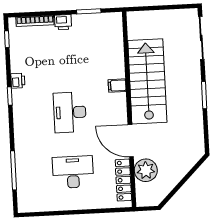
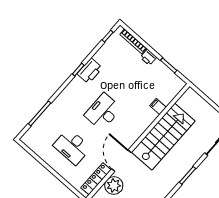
printer: (18, 81) -> (90, 71), width x1.87, depth x1.48
filing cabinet: (117, 86) -> (158, 106), moved
desk: (73, 172) -> (72, 147), turned 180

